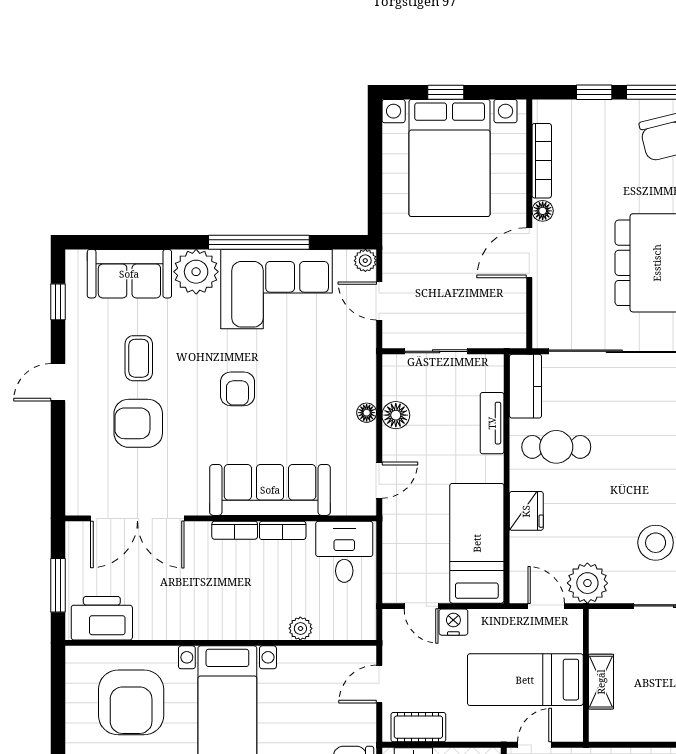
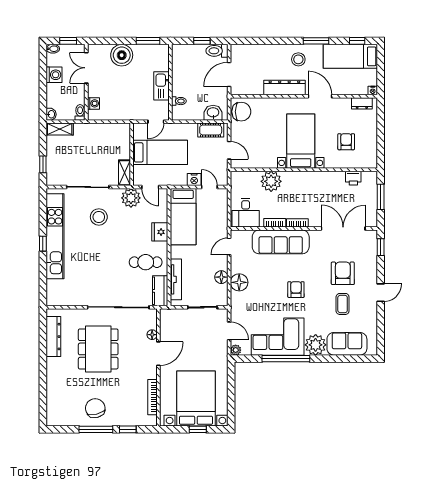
floor lamp: (543, 211) -> (152, 335), moved
window: (58, 302) -> (381, 247), moved
floor lamp: (367, 413) -> (239, 282), width x1.89, depth x1.89
armchair: (138, 423) -> (343, 273), turned -90
tv unit: (492, 423) -> (176, 279), width x1.41
printer: (102, 618) -> (353, 178), width x0.53, depth x0.68
plant: (300, 628) -> (271, 181), width x1.87, depth x1.87
shelving: (601, 682) -> (124, 173), moved
door: (379, 684) -> (229, 150), hinge flipped
armchair: (131, 702) -> (346, 142), width x0.53, depth x0.53

